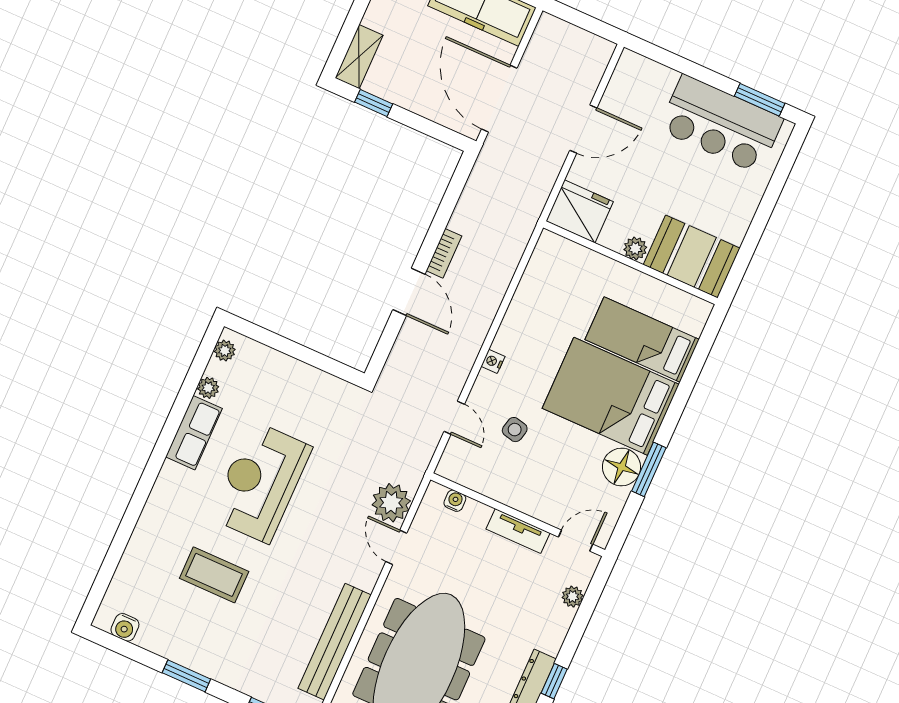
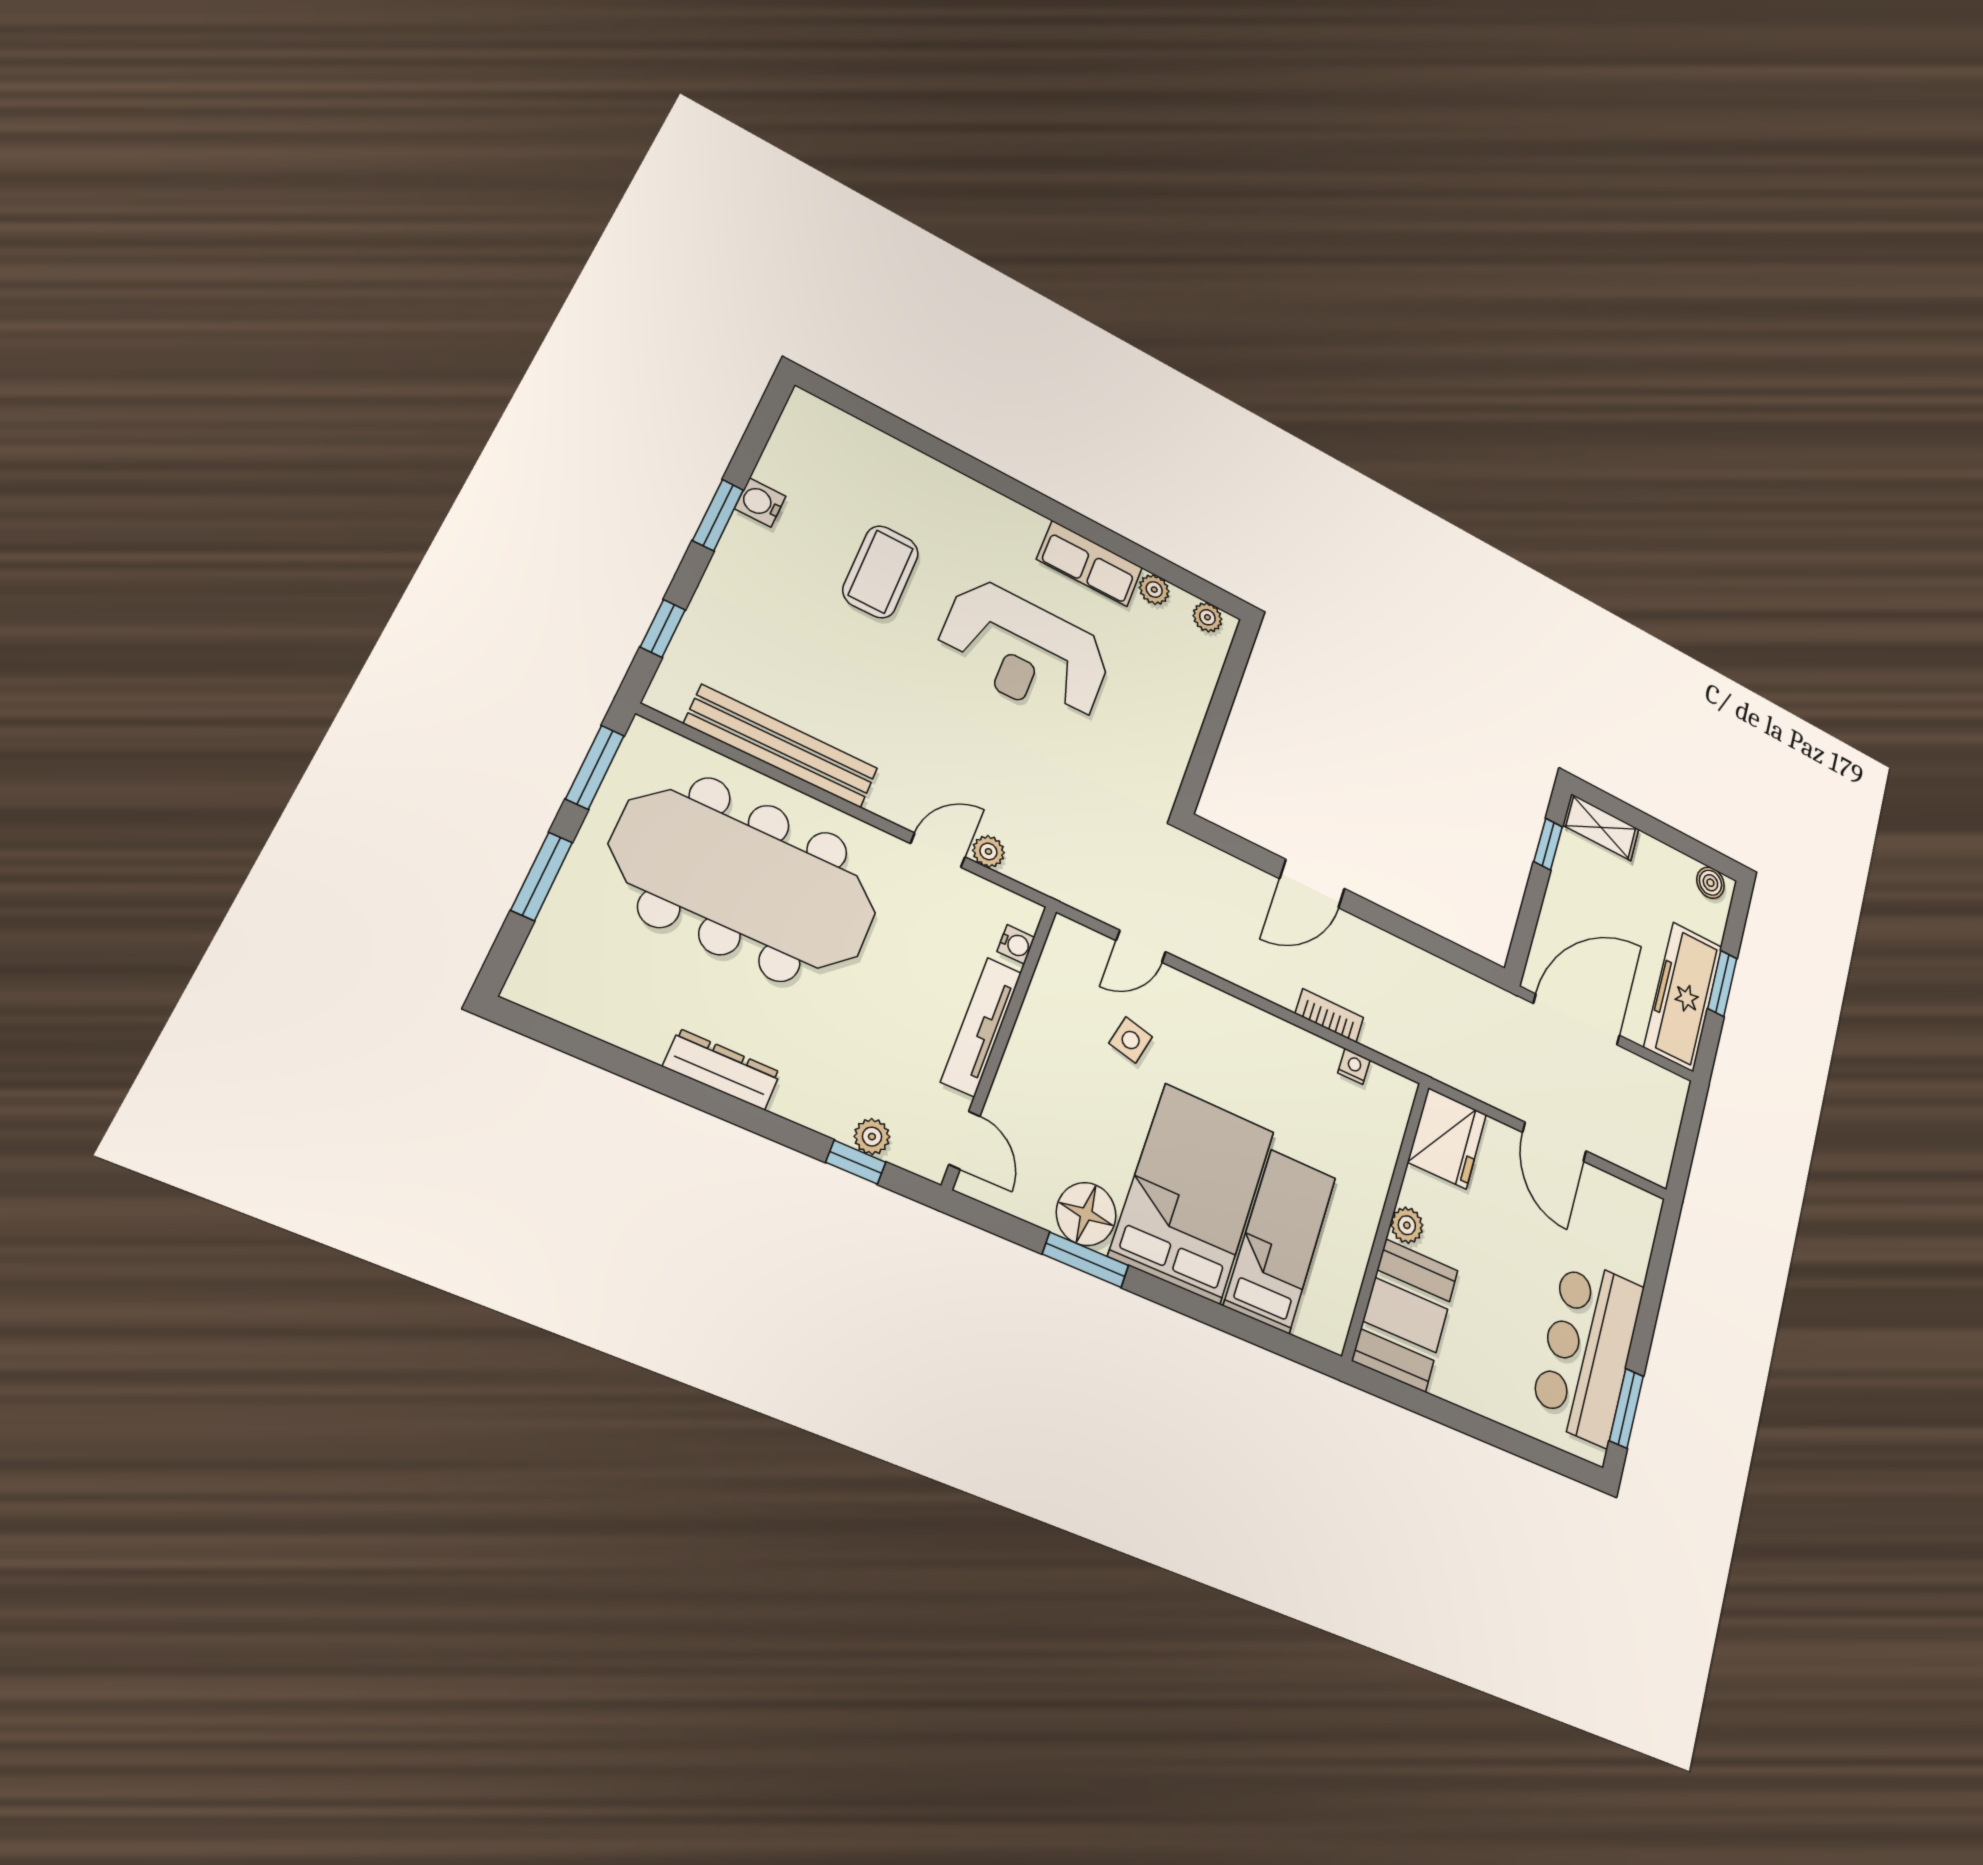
bookcase: (444, 253) -> (1329, 1016), moved, turned 180
nightstand: (493, 361) -> (1354, 1066), moved
reception desk: (260, 482) -> (1025, 652), turned 180
plant: (391, 503) -> (988, 851), width x0.53, depth x0.53
tv unit: (518, 531) -> (981, 1027), width x1.41
water cooler: (125, 627) -> (760, 502), moved
window: (554, 681) -> (856, 1162), moved

